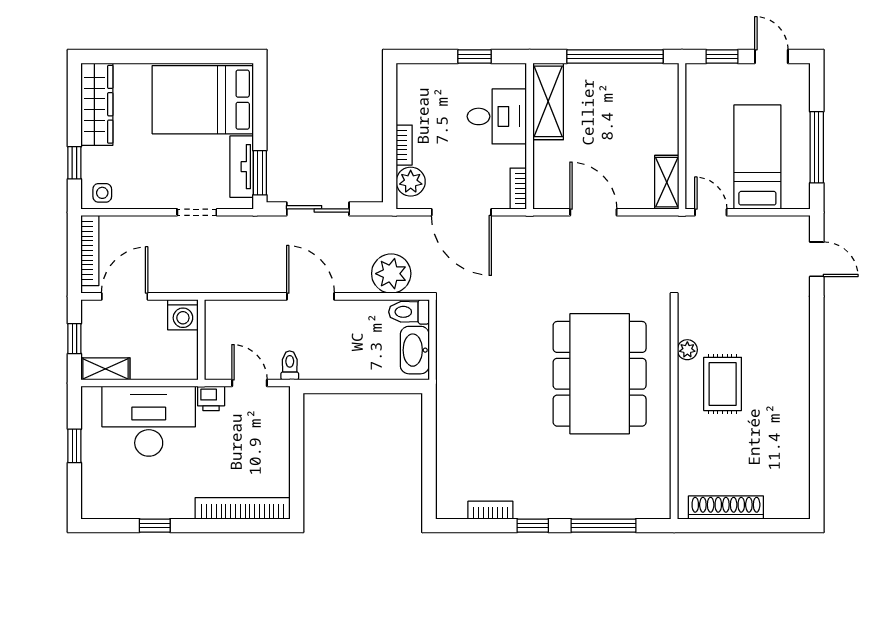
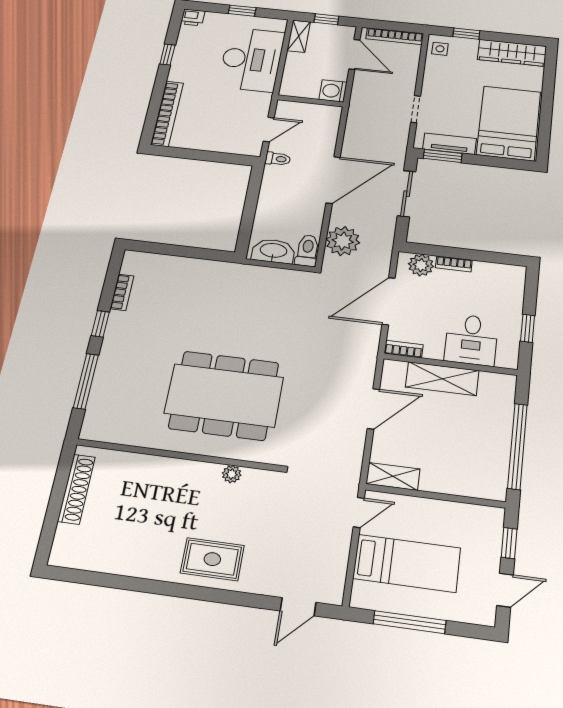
shelving: (548, 101) -> (442, 379), moved
door: (310, 296) -> (333, 180), width x1.36
rug: (723, 384) -> (212, 559), moved
printer: (211, 398) -> (193, 17), moved, turned -90

